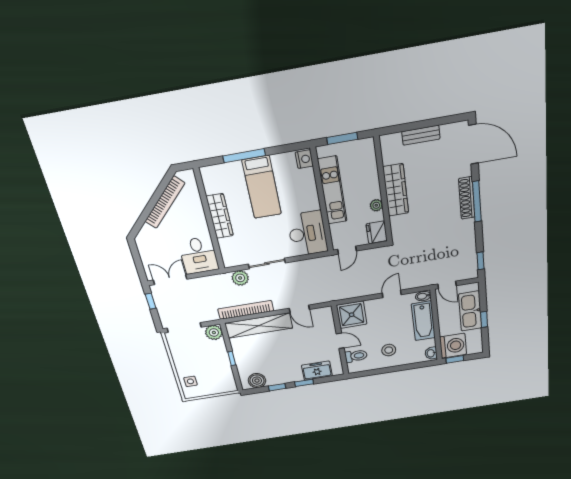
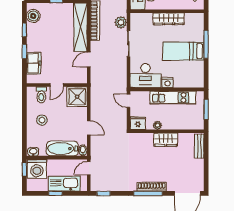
bench: (421, 135) -> (199, 146), moved
nightstand: (304, 159) -> (167, 83), moved
wardrobe: (396, 190) -> (166, 140), width x0.67

